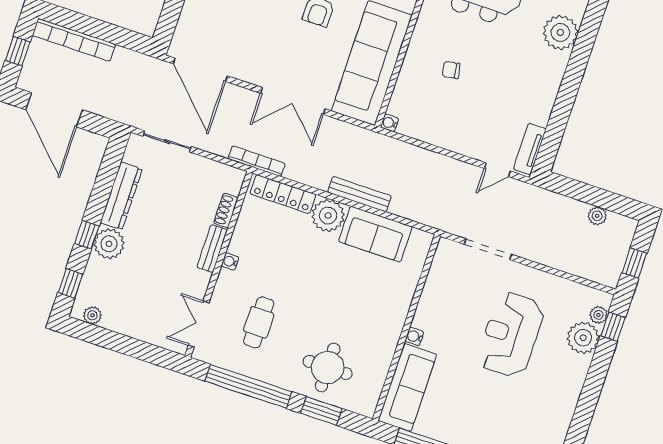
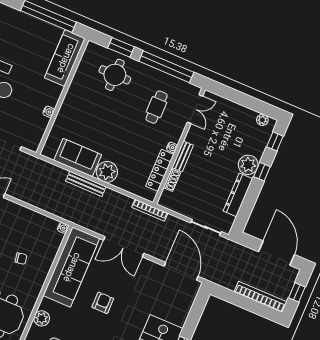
double door: (293, 101) -> (124, 247), swing flipped
locker: (283, 194) -> (160, 170), moved, turned -90
water cooler: (414, 336) -> (49, 112), moved

